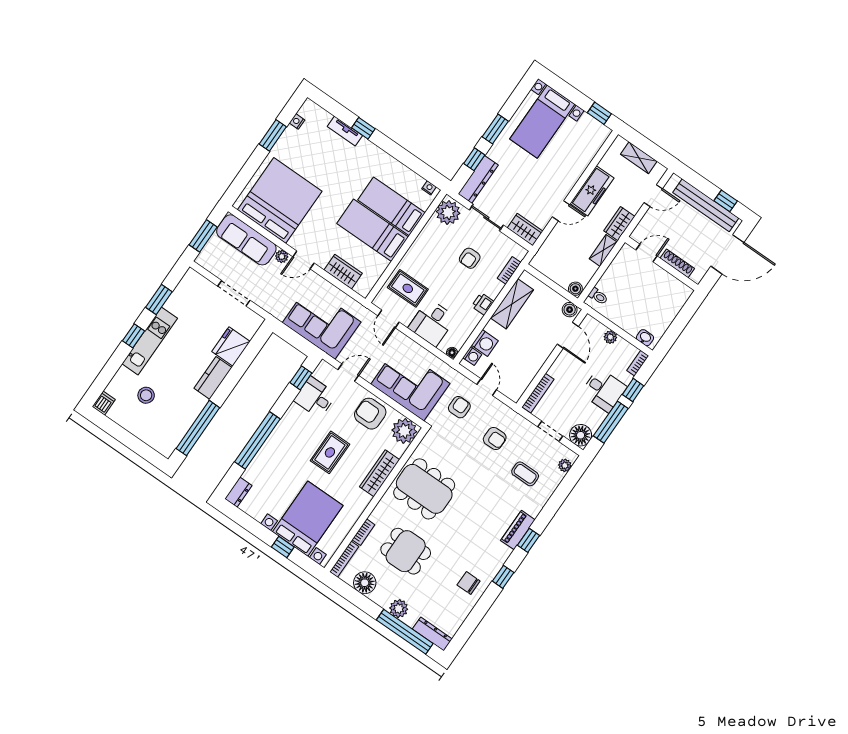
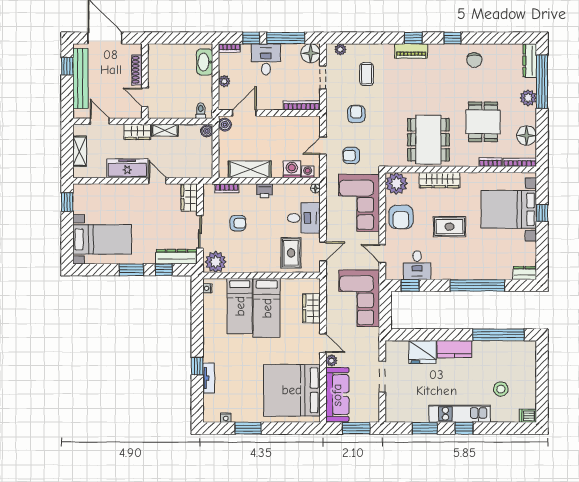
washbasin: (645, 338) -> (205, 62), width x1.91, depth x1.45

